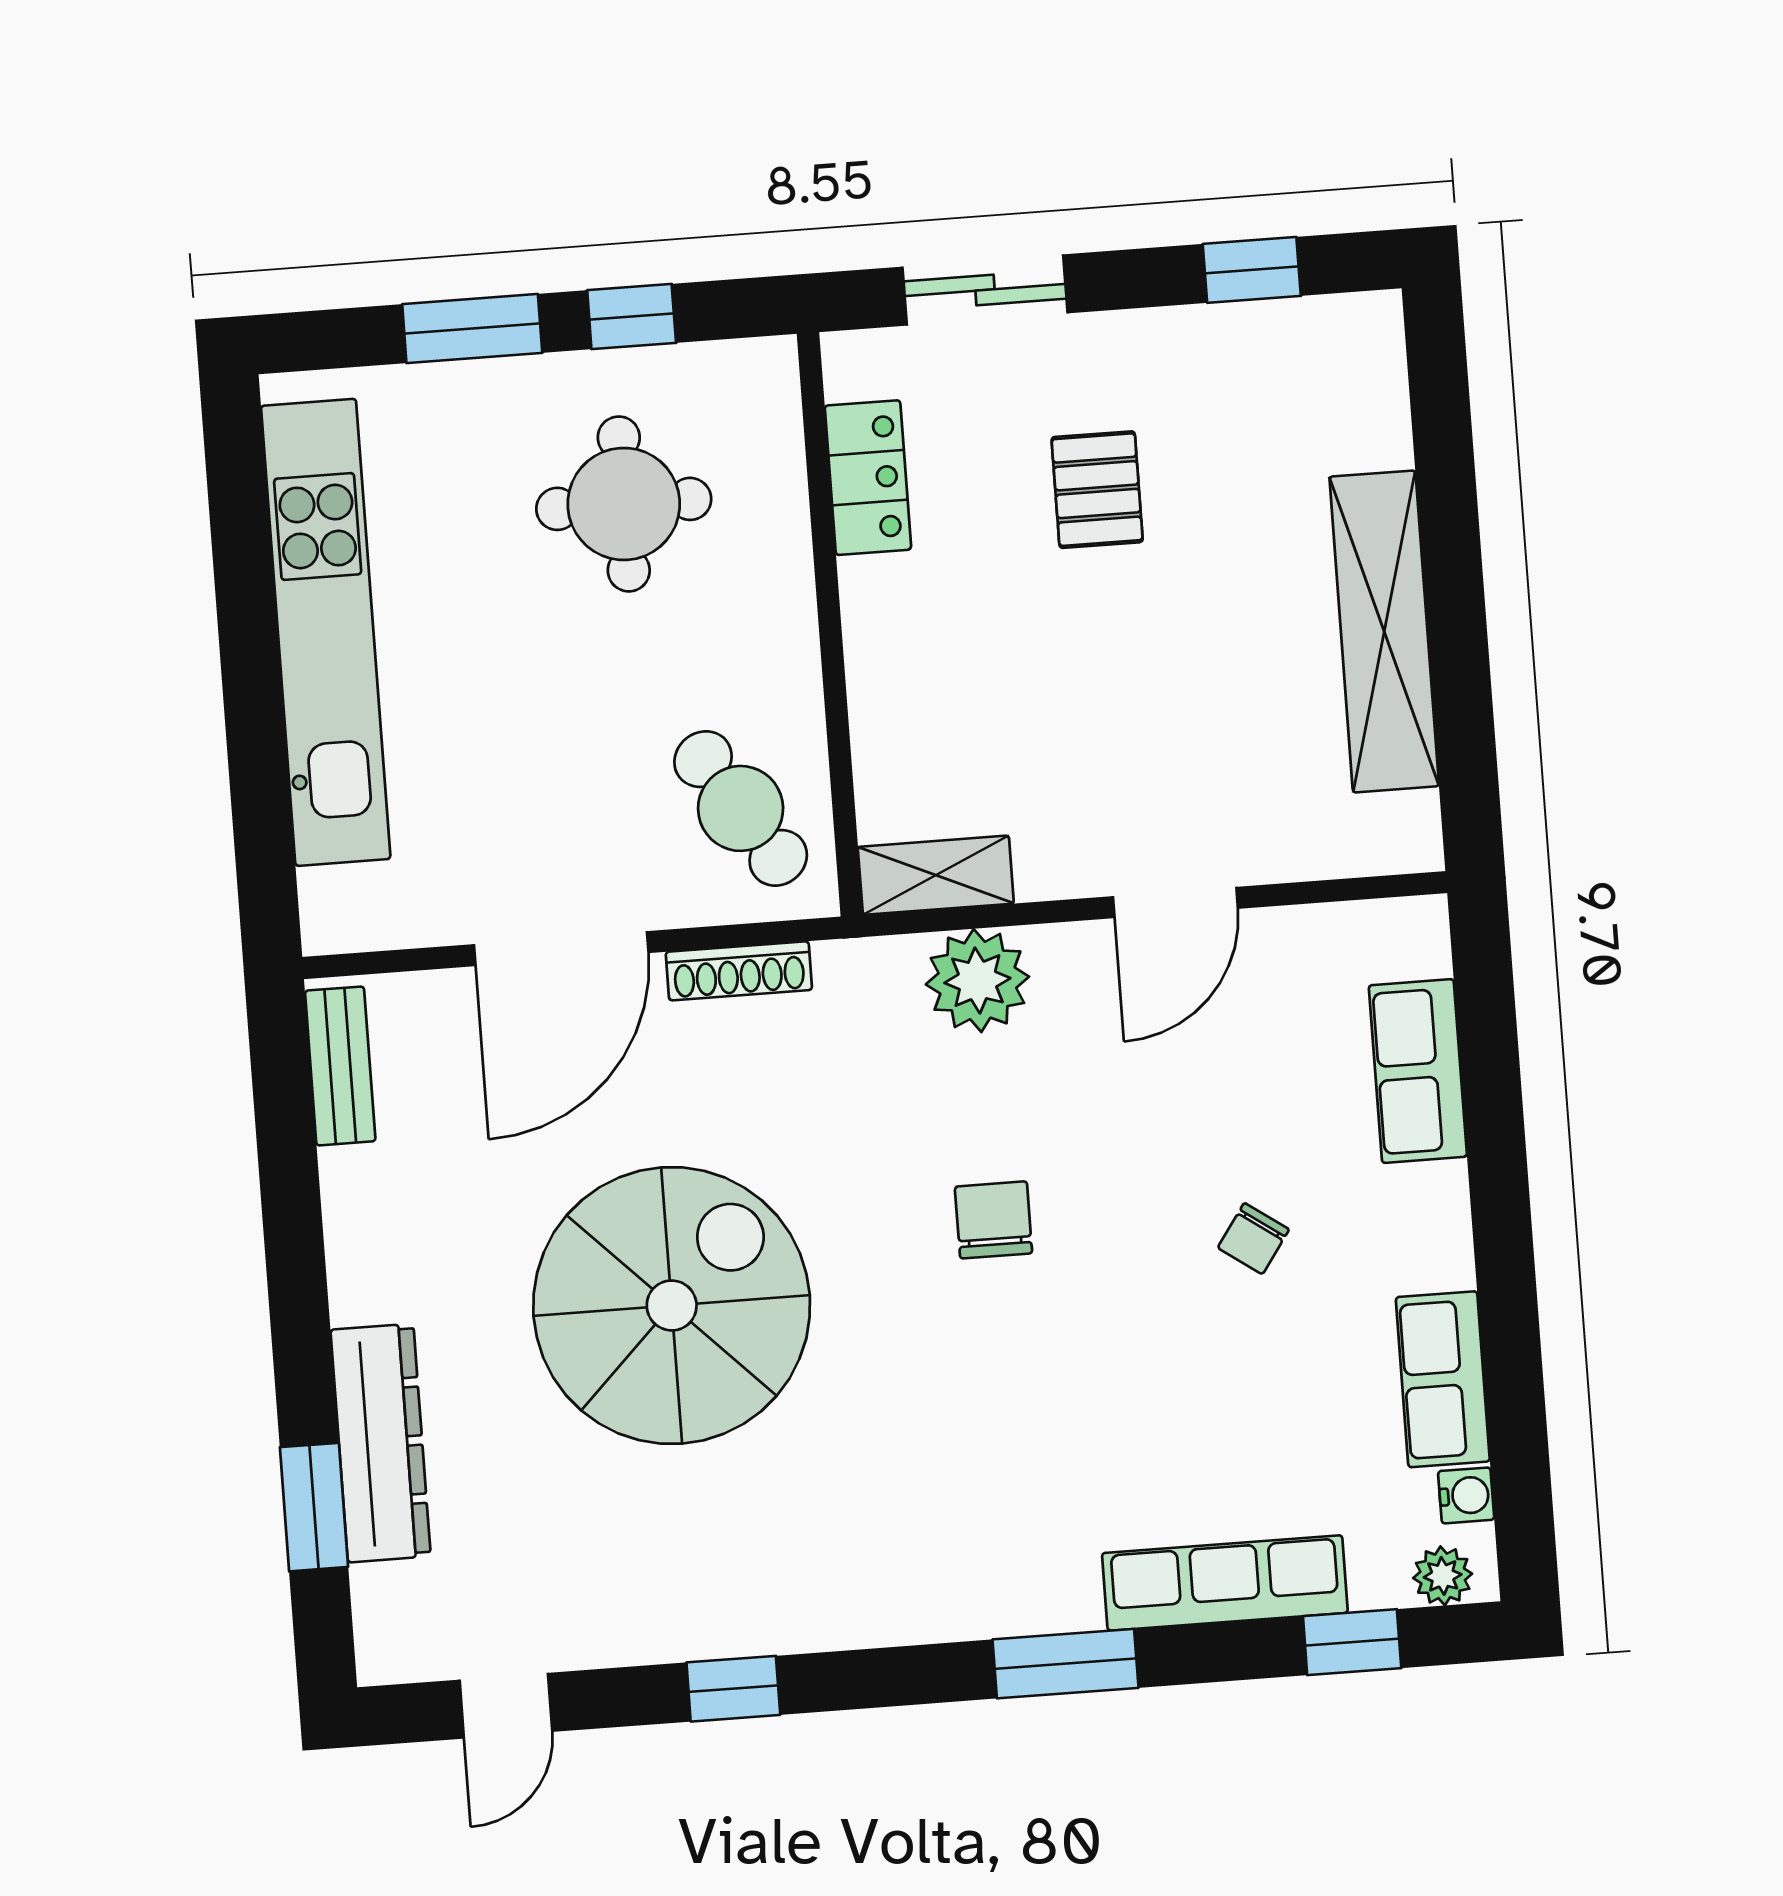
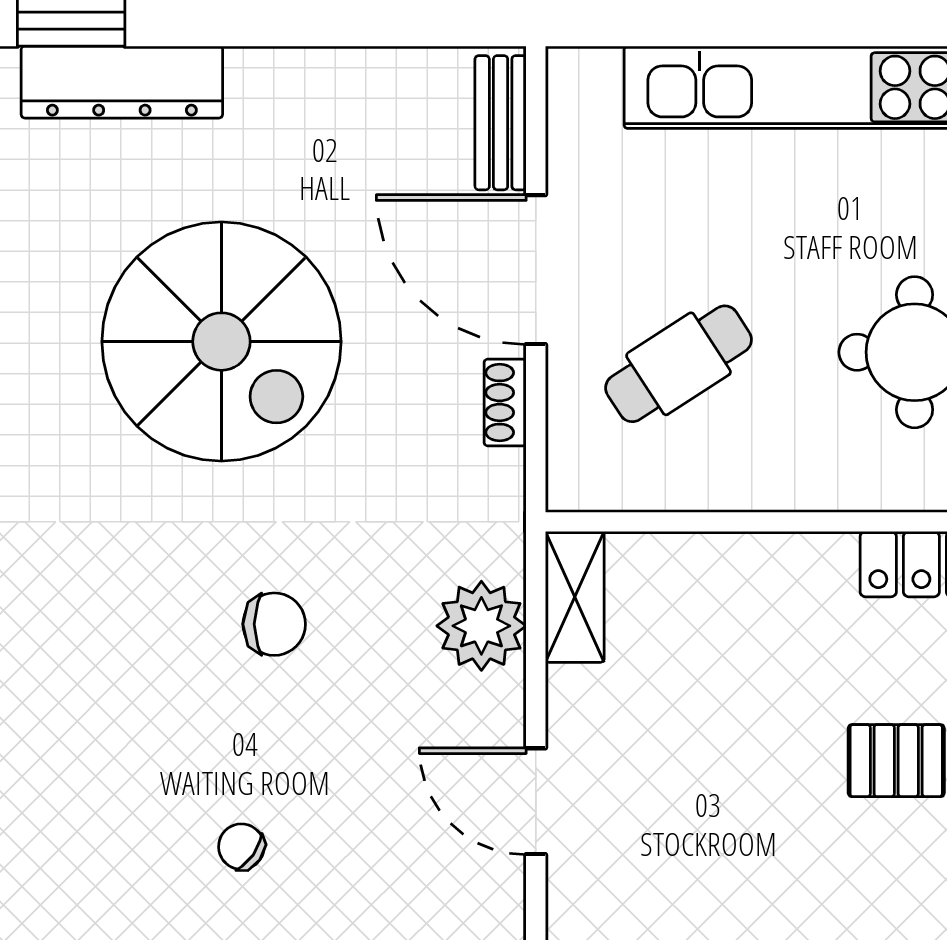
cafe table: (741, 808) -> (679, 364), moved
shoe rack: (739, 971) -> (505, 402), width x0.70
bench: (340, 1066) -> (501, 123), moved, turned 90

